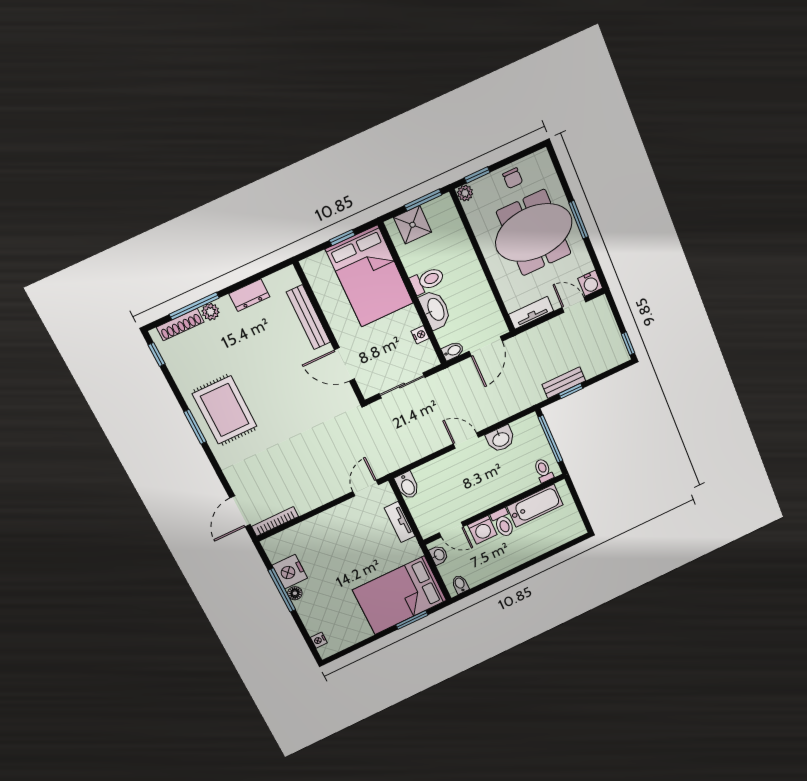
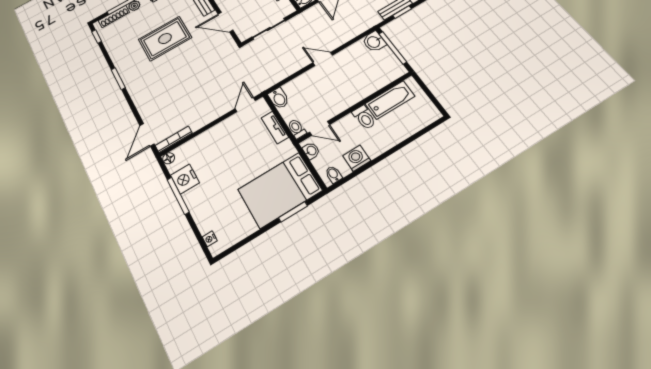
rug: (225, 410) -> (165, 39), moved, turned 90
washbasin: (501, 439) -> (374, 42), moved, turned 90
toilet: (543, 470) -> (297, 129), moved
washing machine: (482, 530) -> (357, 158), moved, turned 180
floor lamp: (295, 593) -> (169, 158), moved

